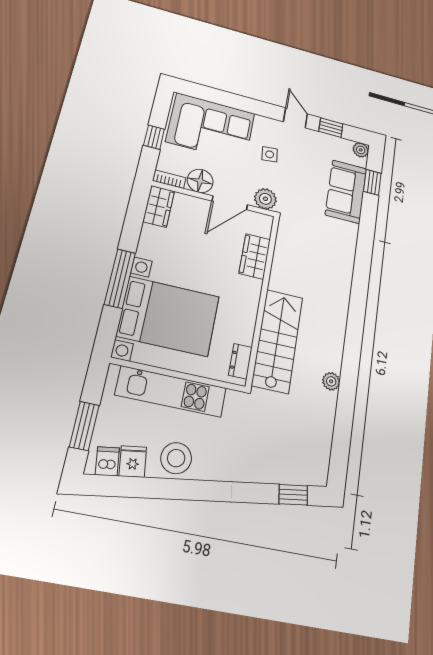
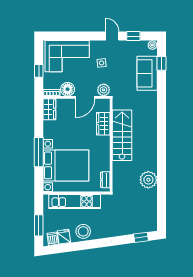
stairs: (277, 341) -> (122, 135), moved
plant: (331, 381) -> (148, 180), width x1.87, depth x1.87

